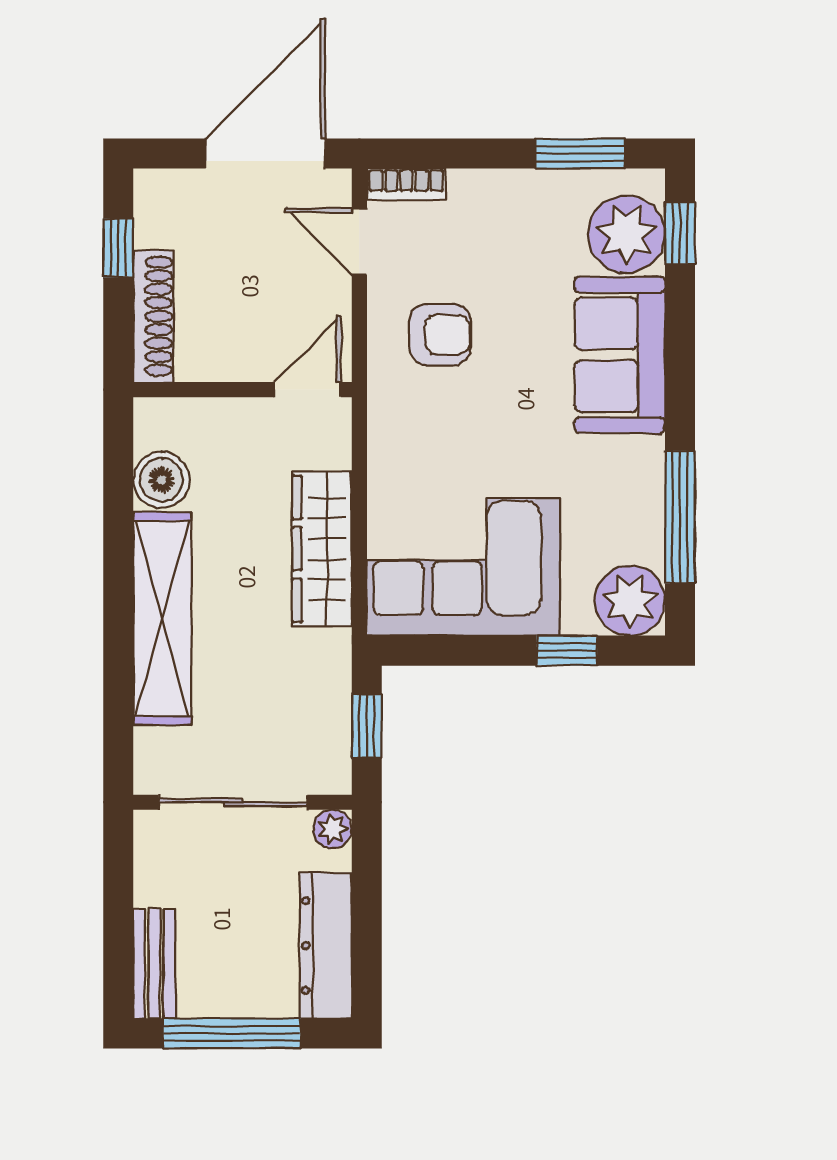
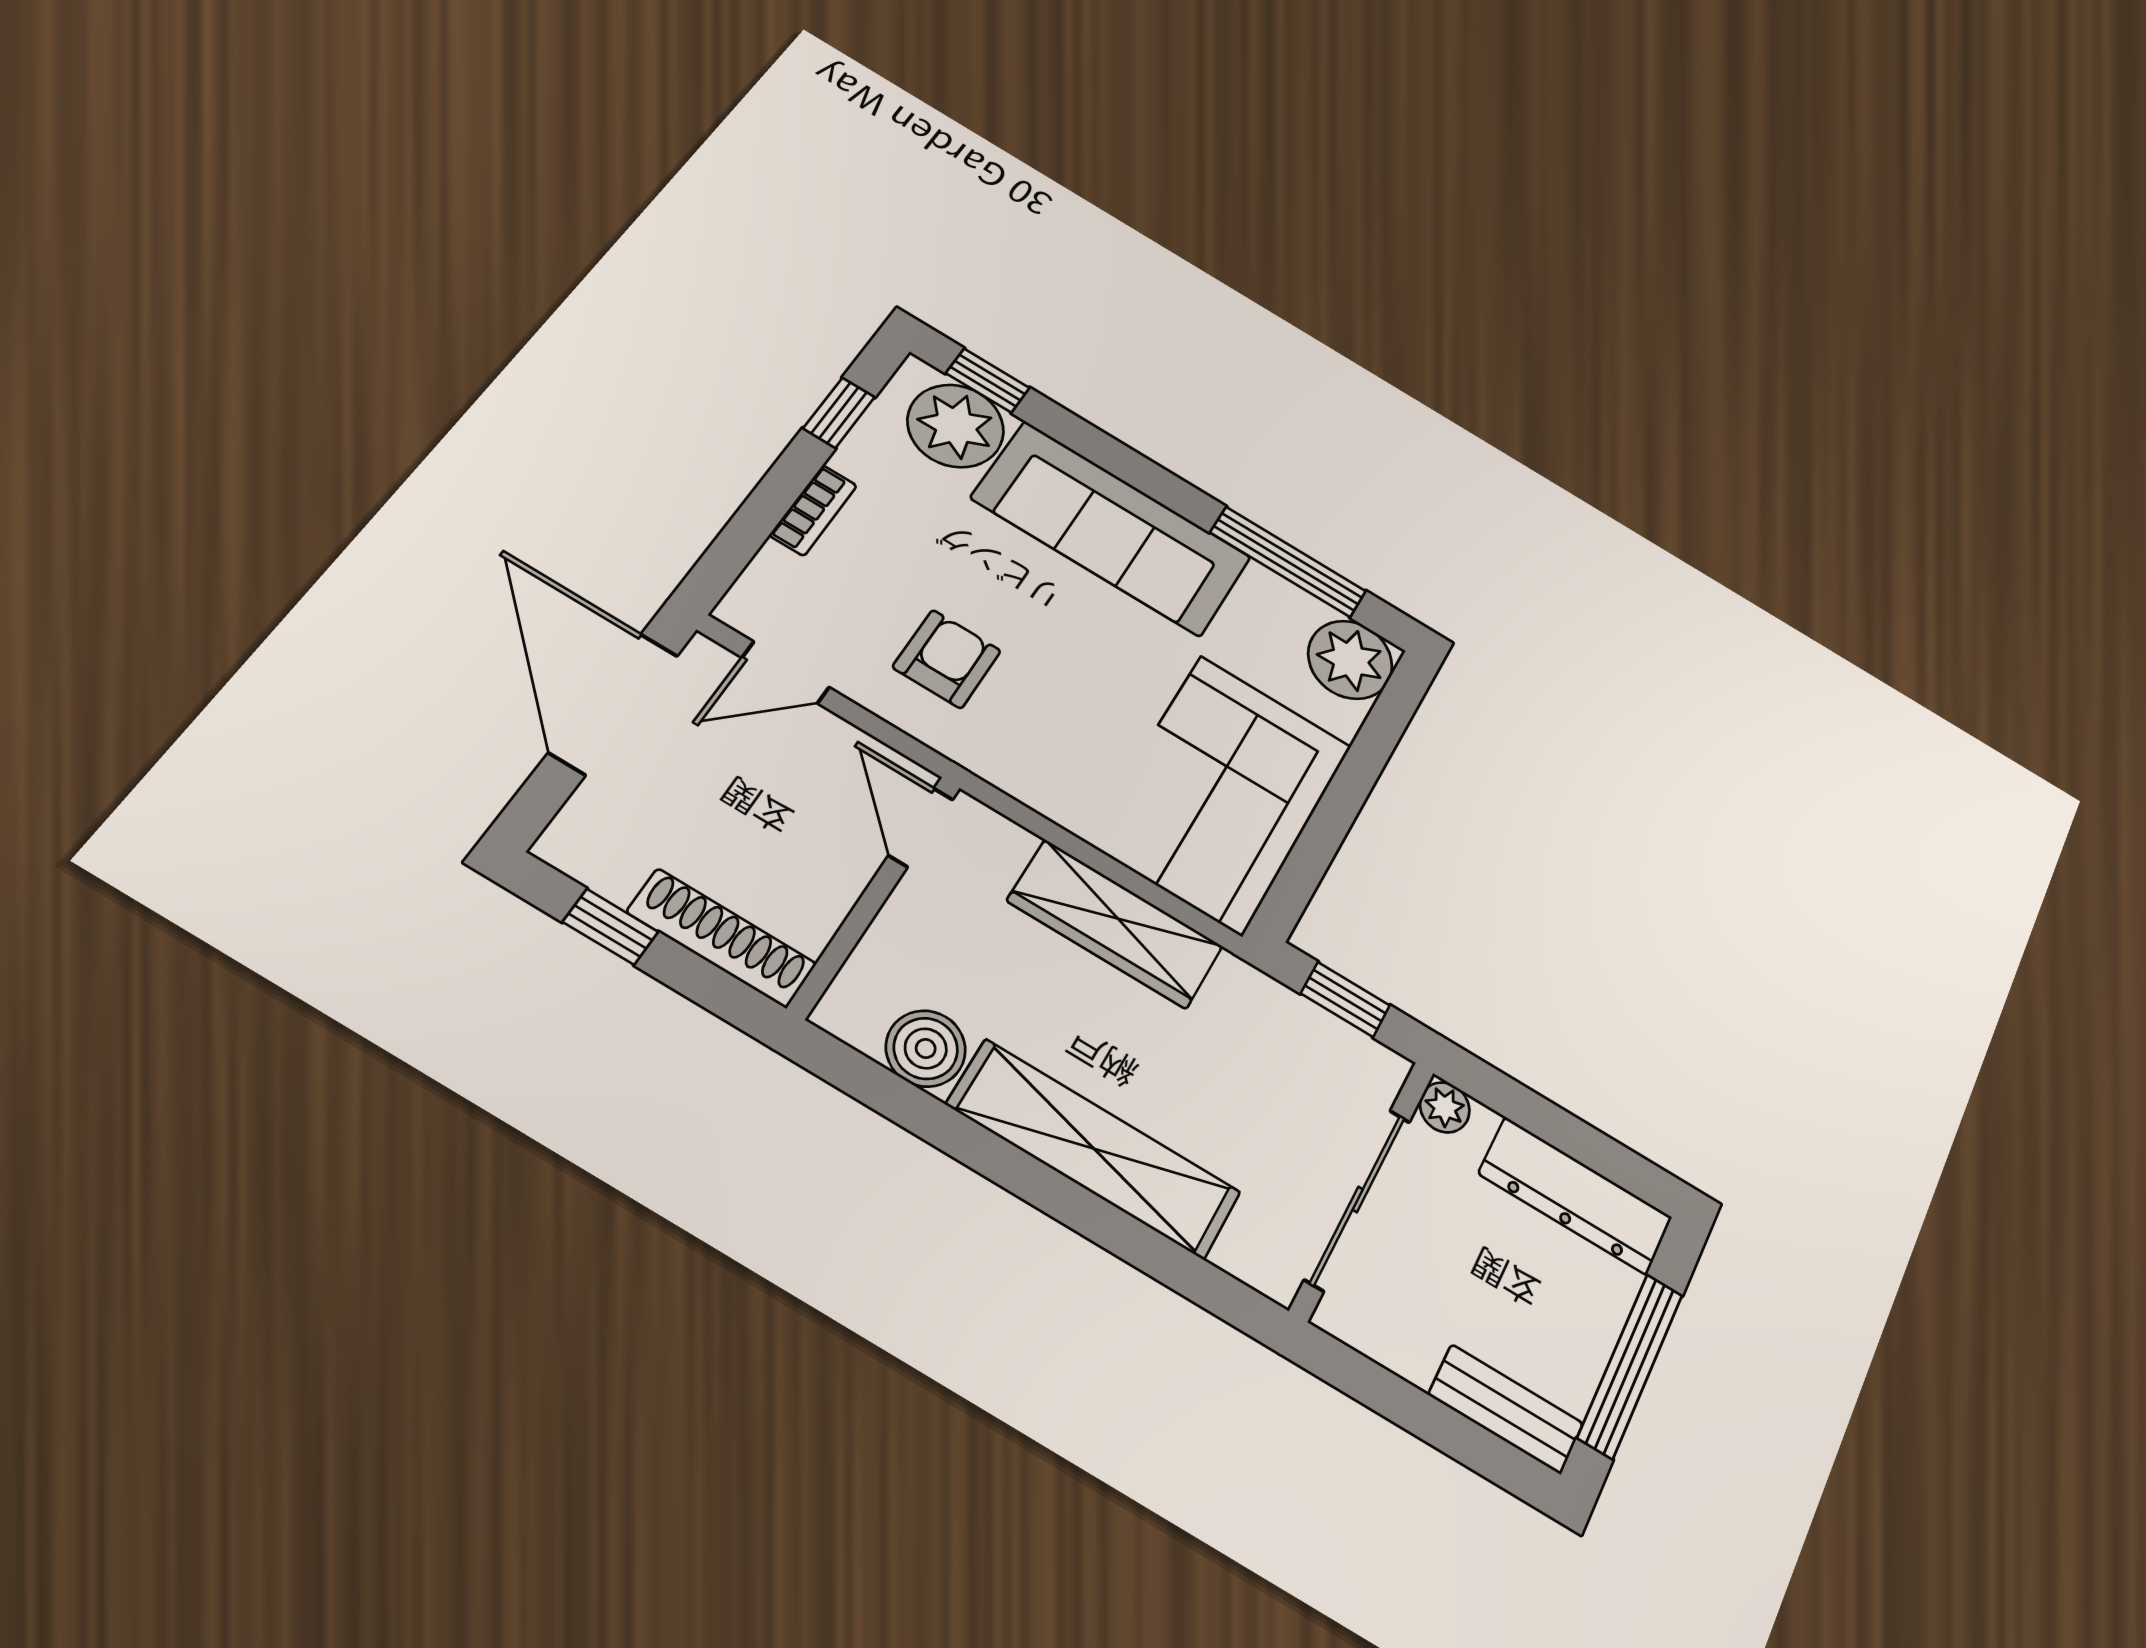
window: (580, 154) -> (839, 413), width x0.67
bookcase: (406, 184) -> (813, 510), moved
sofa: (620, 355) -> (1112, 528), width x1.36
window: (567, 651) -> (1371, 750), removed

